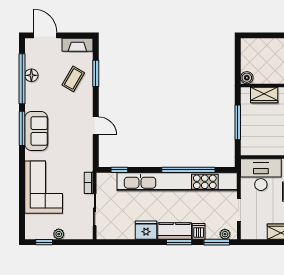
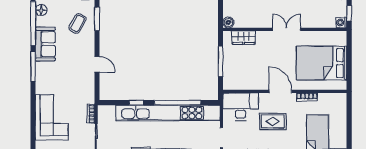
floor lamp: (31, 75) -> (41, 10), moved
sofa: (36, 131) -> (45, 44), moved
window: (119, 170) -> (136, 103), moved

